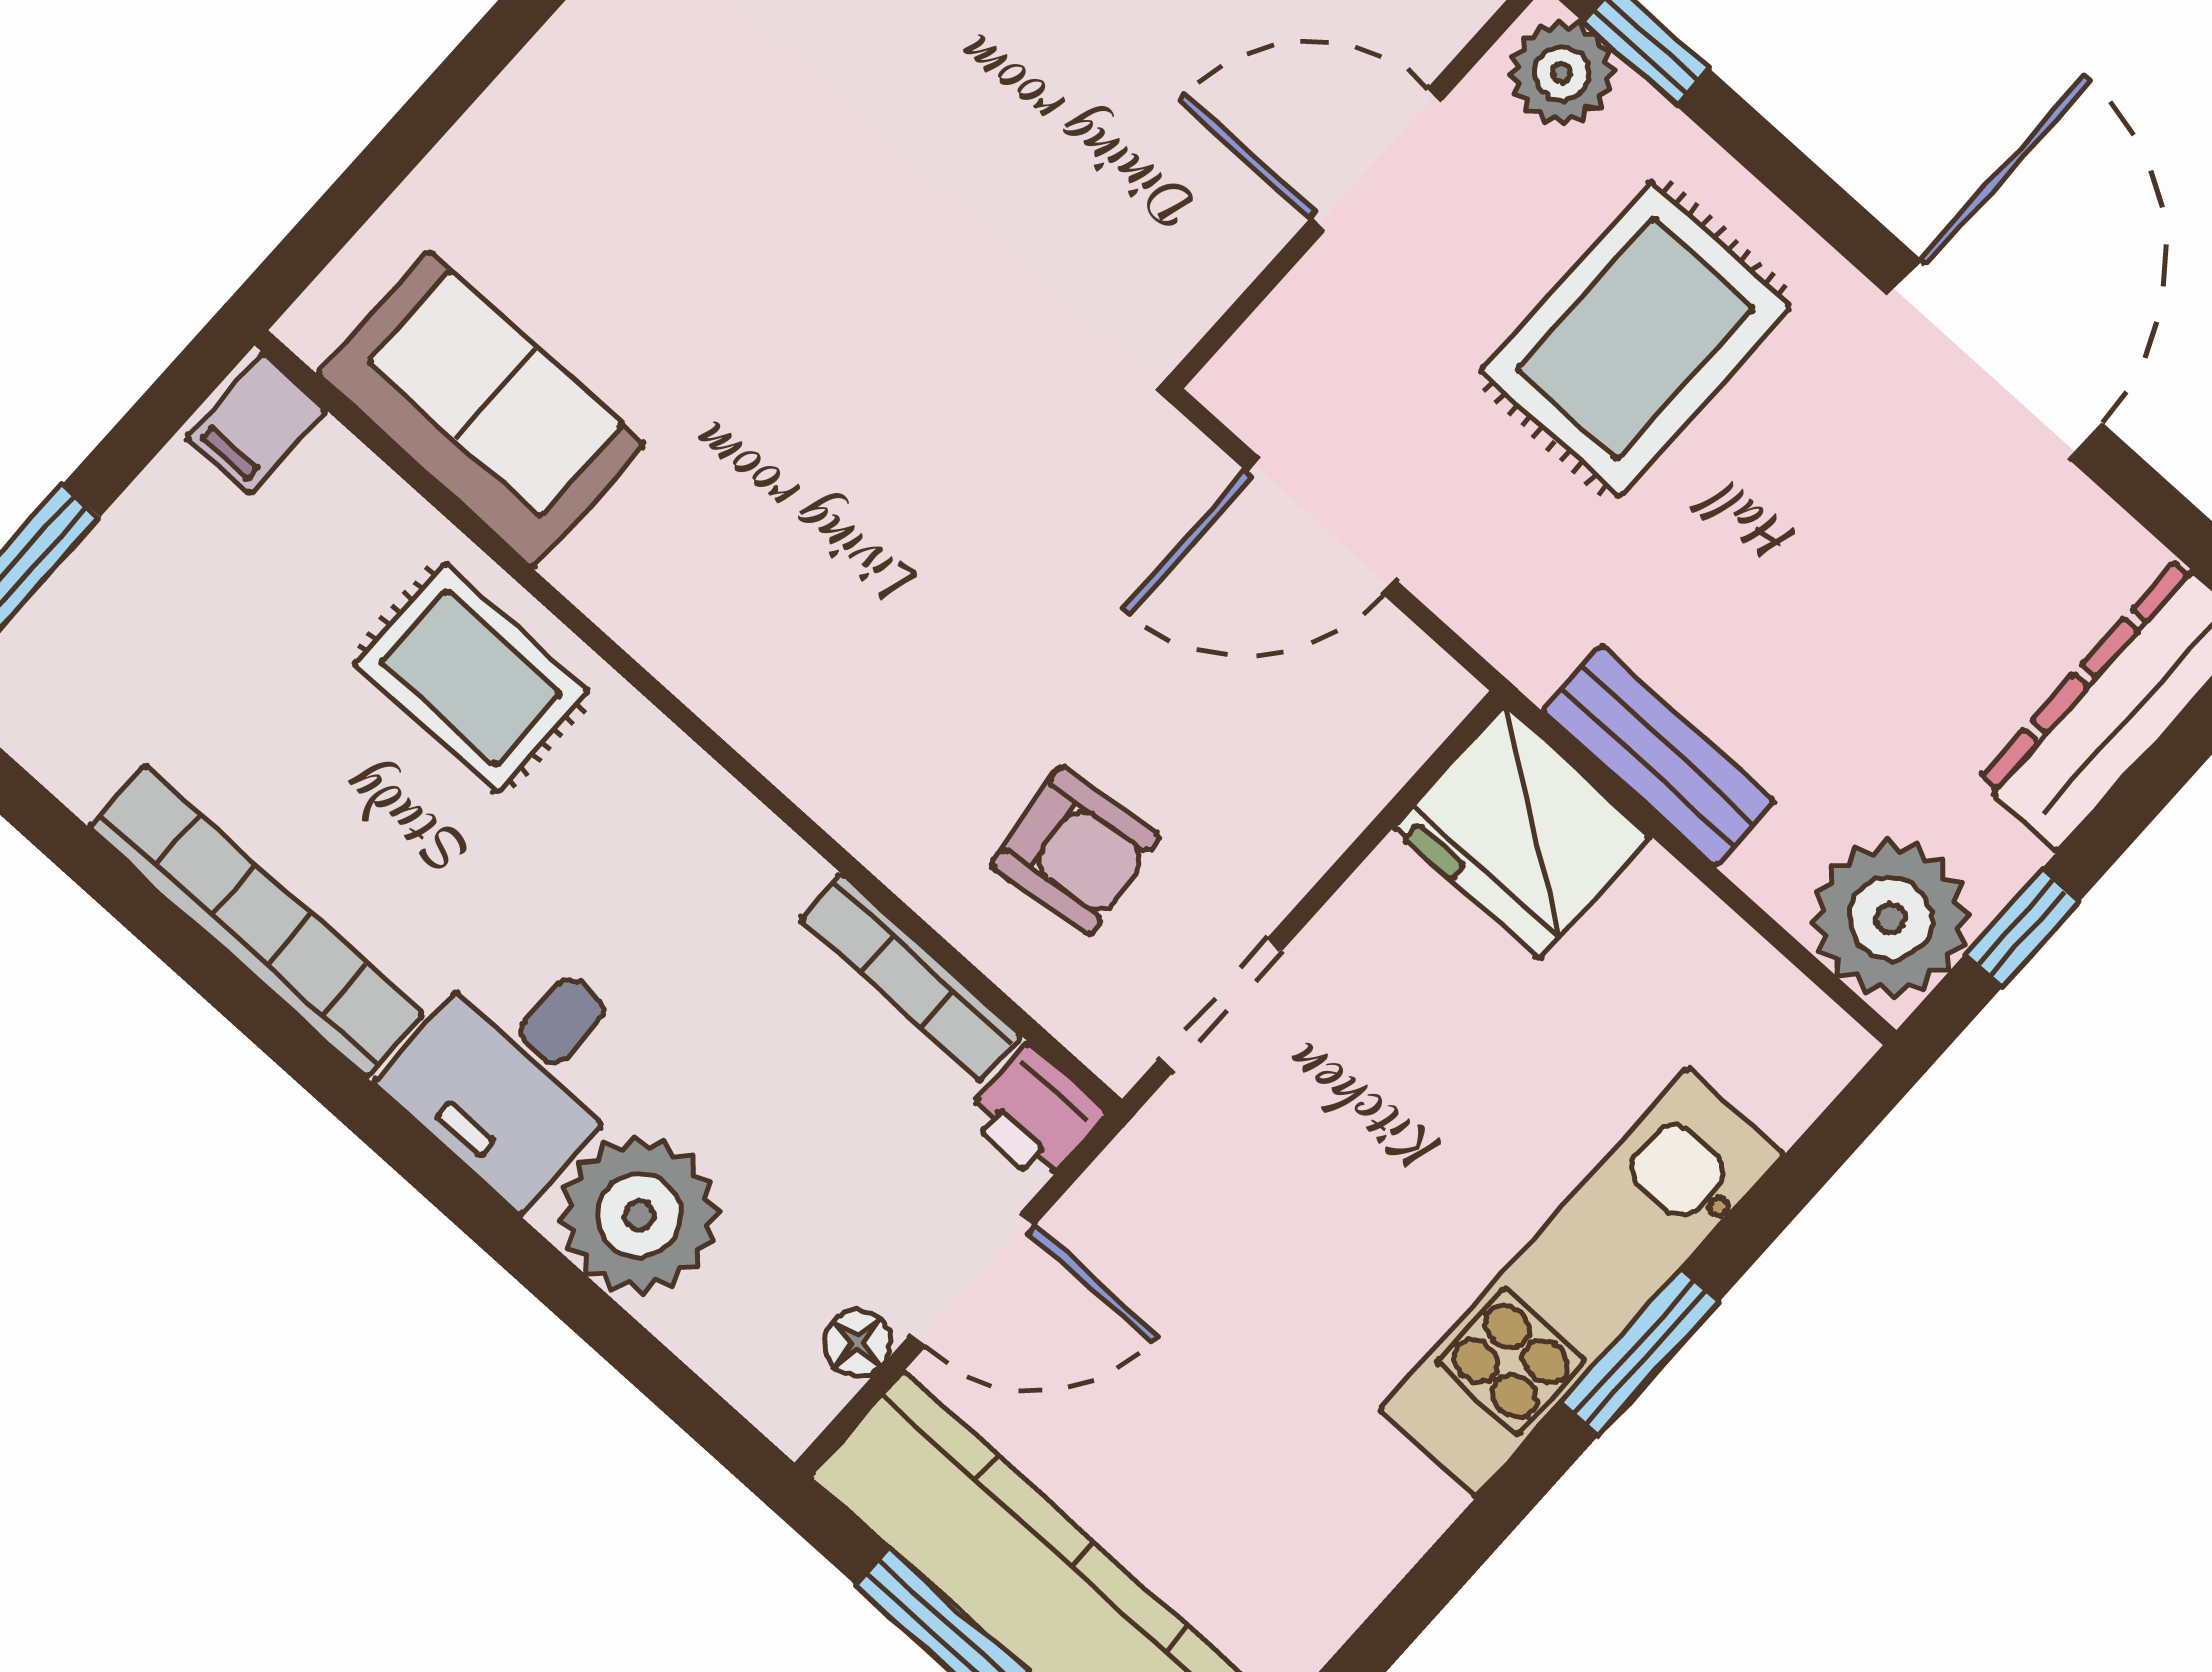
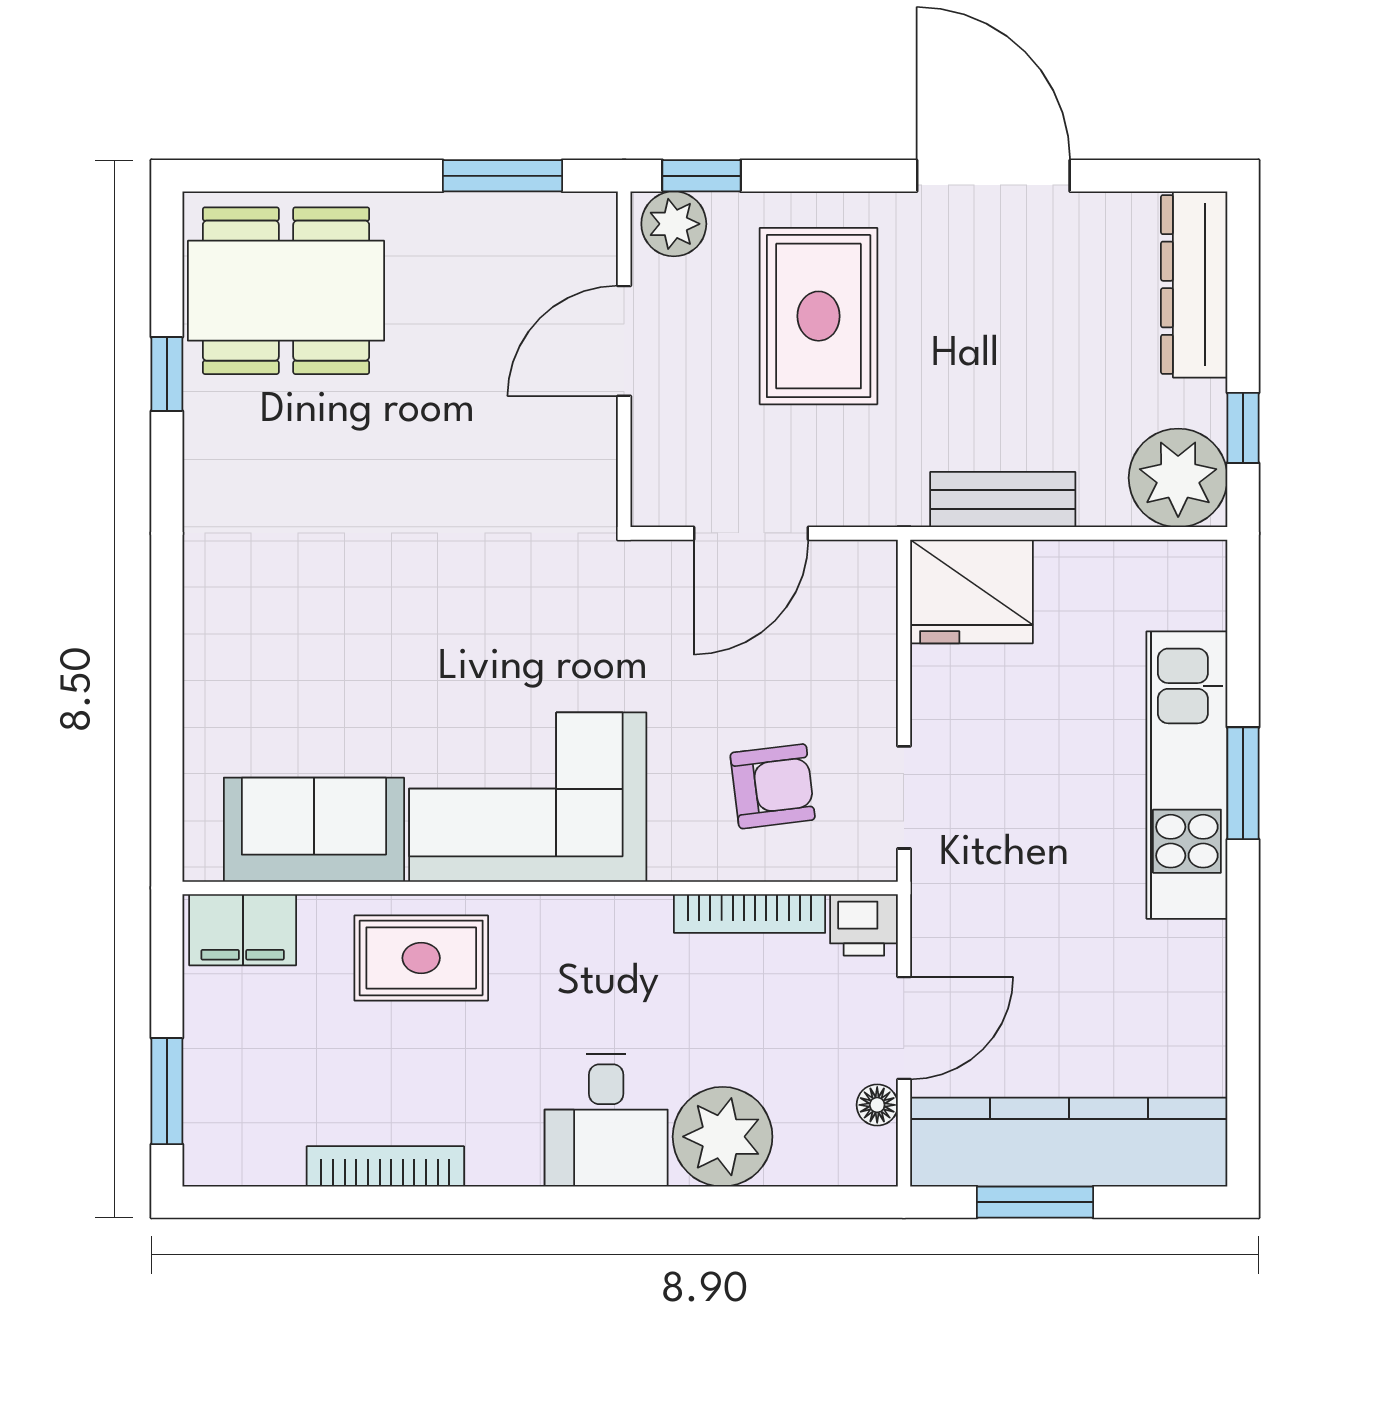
filing cabinet: (256, 424) -> (243, 930), width x2.00
corner sofa: (771, 600) -> (528, 797), added
bookcase: (256, 921) -> (385, 1166), width x0.68, depth x0.76

